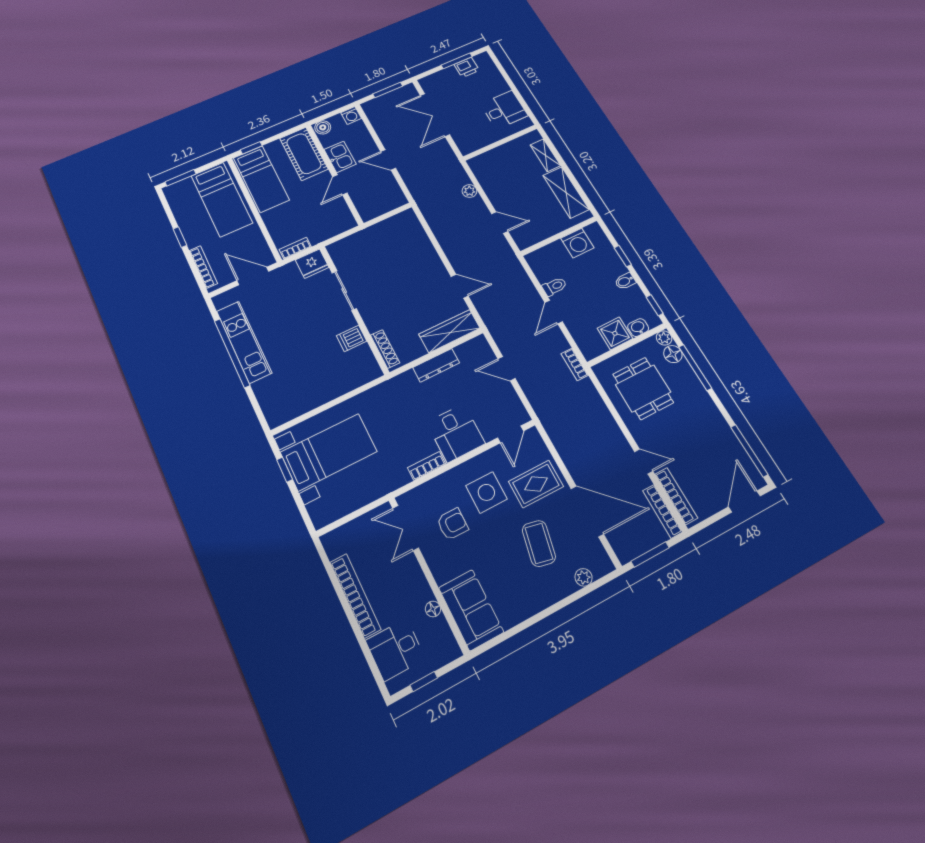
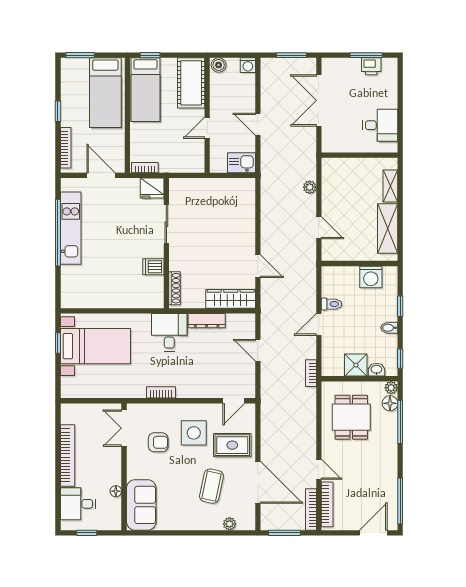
kitchen sink: (340, 157) -> (241, 163), moved, turned -90
desk: (456, 433) -> (169, 332), moved, turned 180

